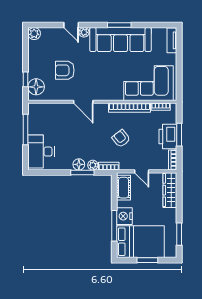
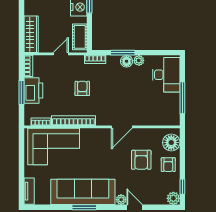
armchair: (39, 66) -> (168, 165), added
armchair: (65, 70) -> (141, 160), turned 90
window: (26, 79) -> (182, 187), moved
door: (83, 102) -> (122, 127), swing flipped
armchair: (121, 138) -> (82, 88), turned -141
plant: (93, 165) -> (139, 60), moved
door: (142, 171) -> (61, 54), hinge flipped

